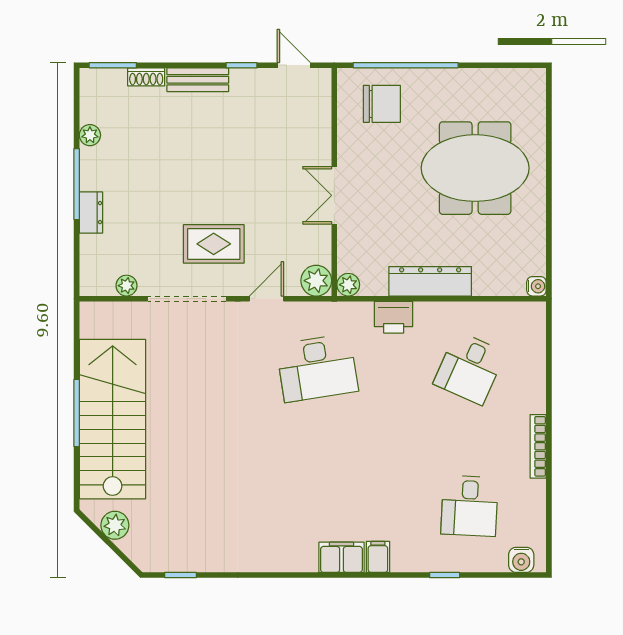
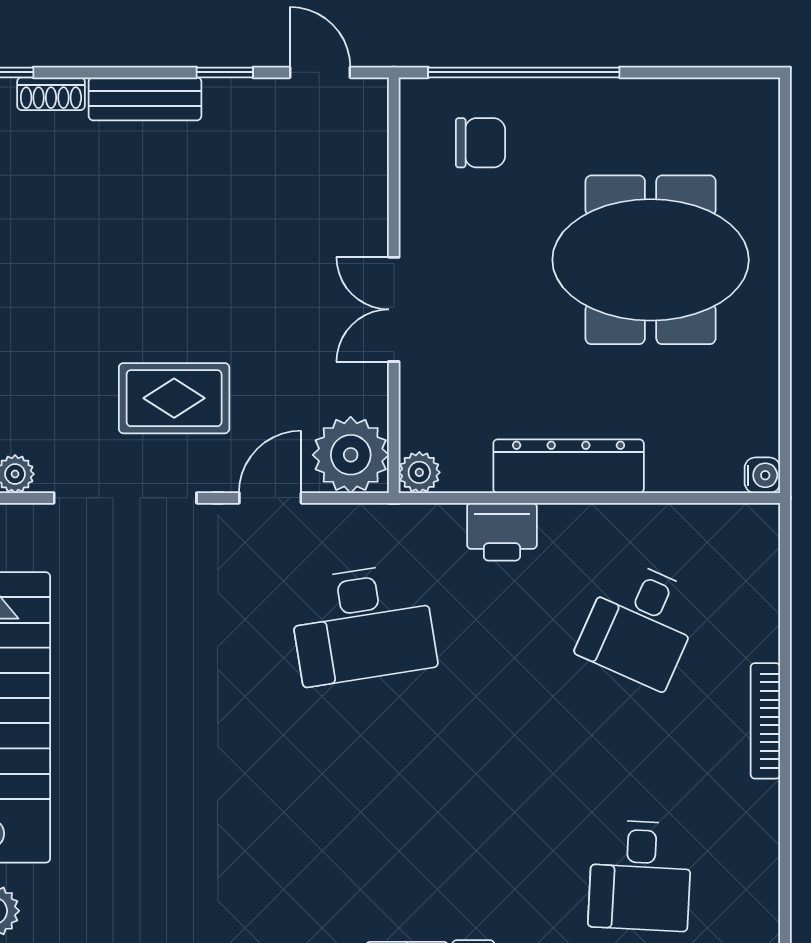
chair: (382, 104) -> (480, 143), width x0.73, depth x0.73
plant: (316, 281) -> (351, 455), width x1.36, depth x1.36
bookcase: (538, 446) -> (765, 721), moved

